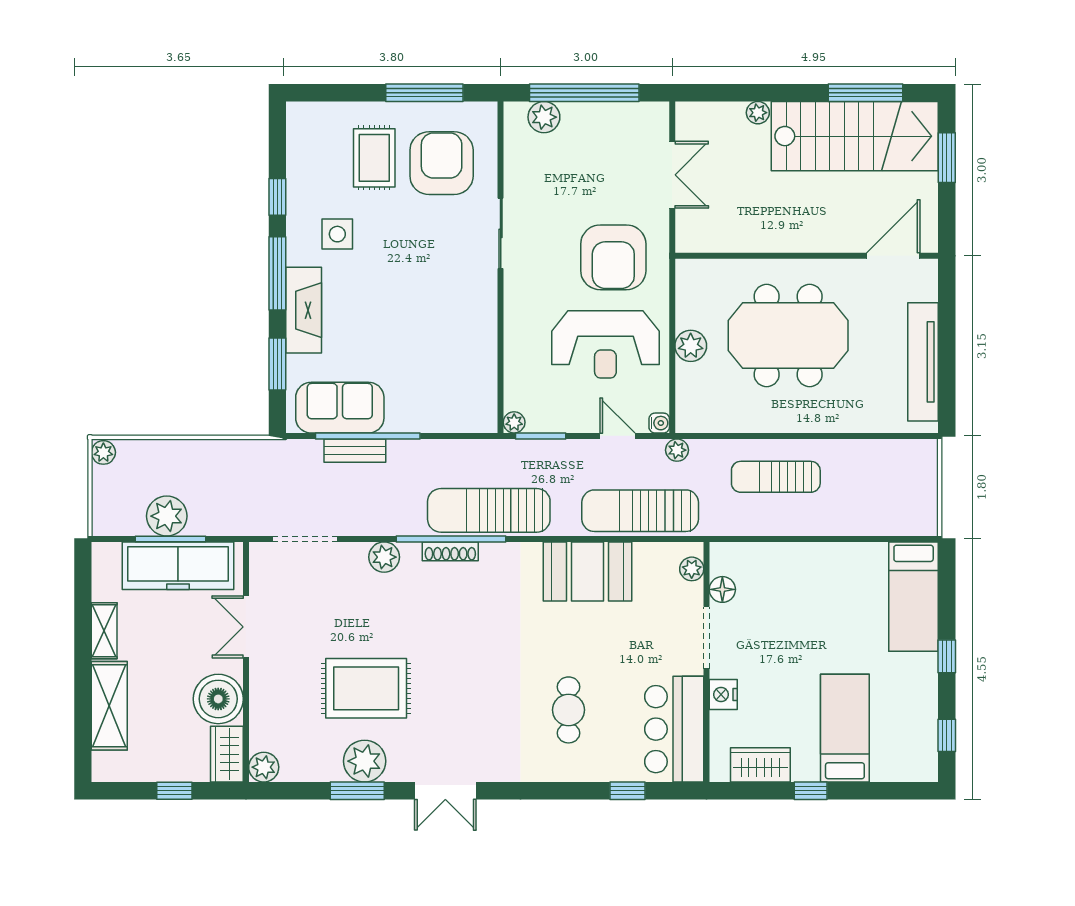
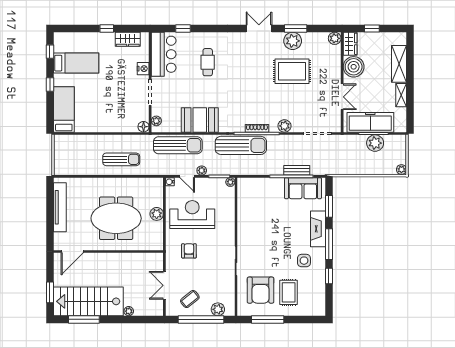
coffee table: (611, 142) -> (190, 299), added
armchair: (613, 257) -> (189, 251), width x0.53, depth x0.53
plant: (677, 450) -> (202, 170), moved
floor lamp: (722, 589) -> (144, 127), moved
bed: (845, 728) -> (76, 63), moved, turned -90

